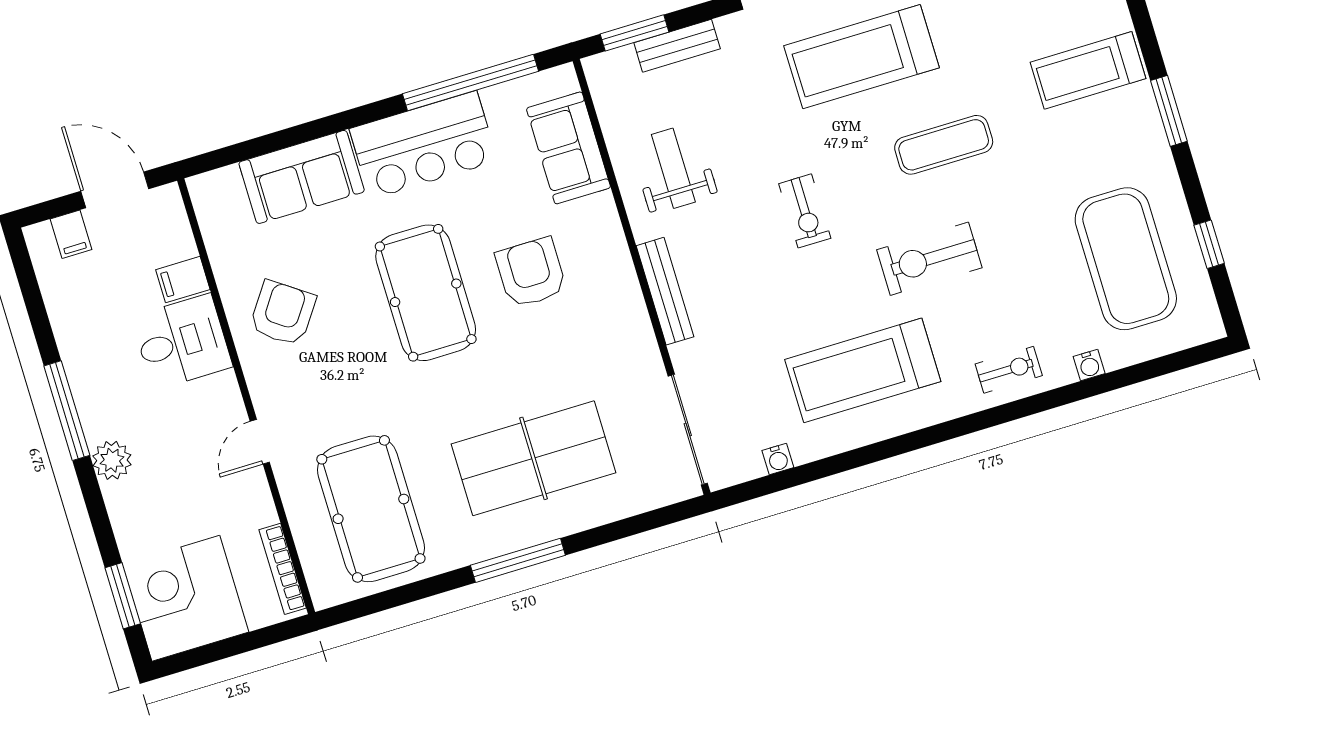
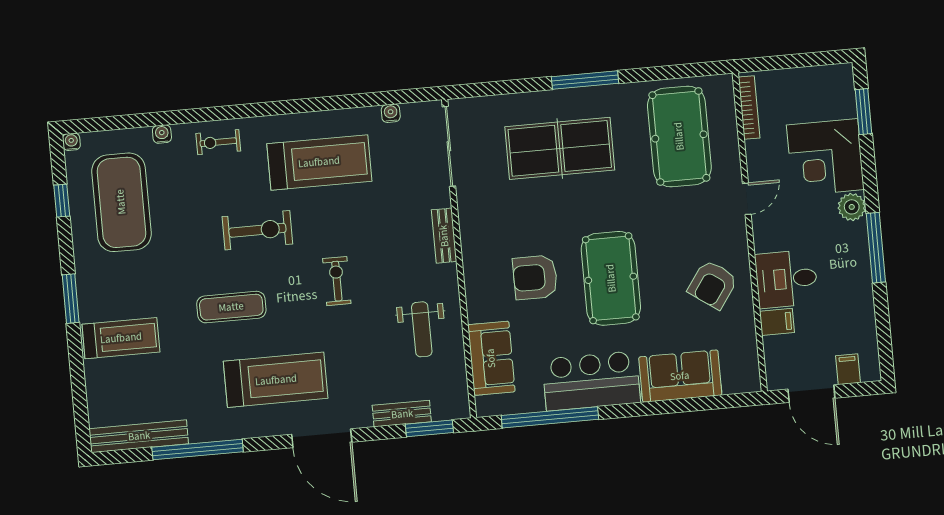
armchair: (531, 273) -> (535, 277), turned 90
bench: (665, 291) -> (444, 236), width x0.73
water cooler: (1213, 329) -> (71, 142), added
corner desk: (186, 598) -> (825, 157), moved, turned 90

